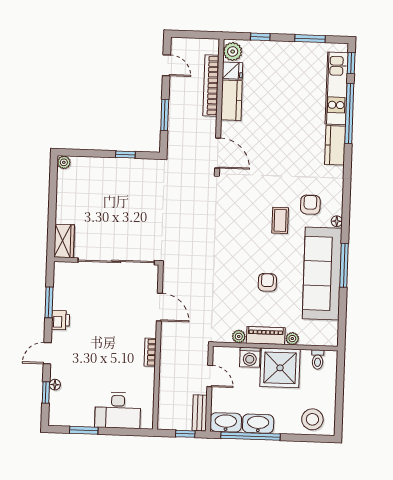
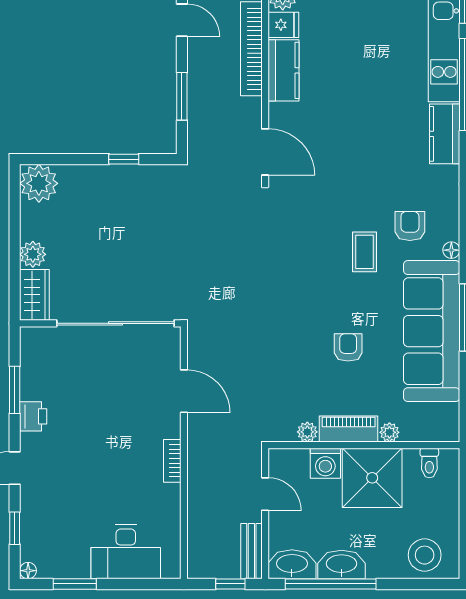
plant: (64, 162) -> (39, 183), width x1.88, depth x1.88
plant: (64, 214) -> (33, 254), added
floor lamp: (55, 385) -> (28, 571), moved

